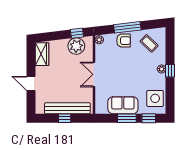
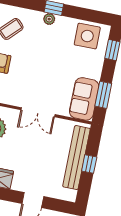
sofa: (123, 105) -> (84, 99), moved
window: (127, 118) -> (103, 95), moved

